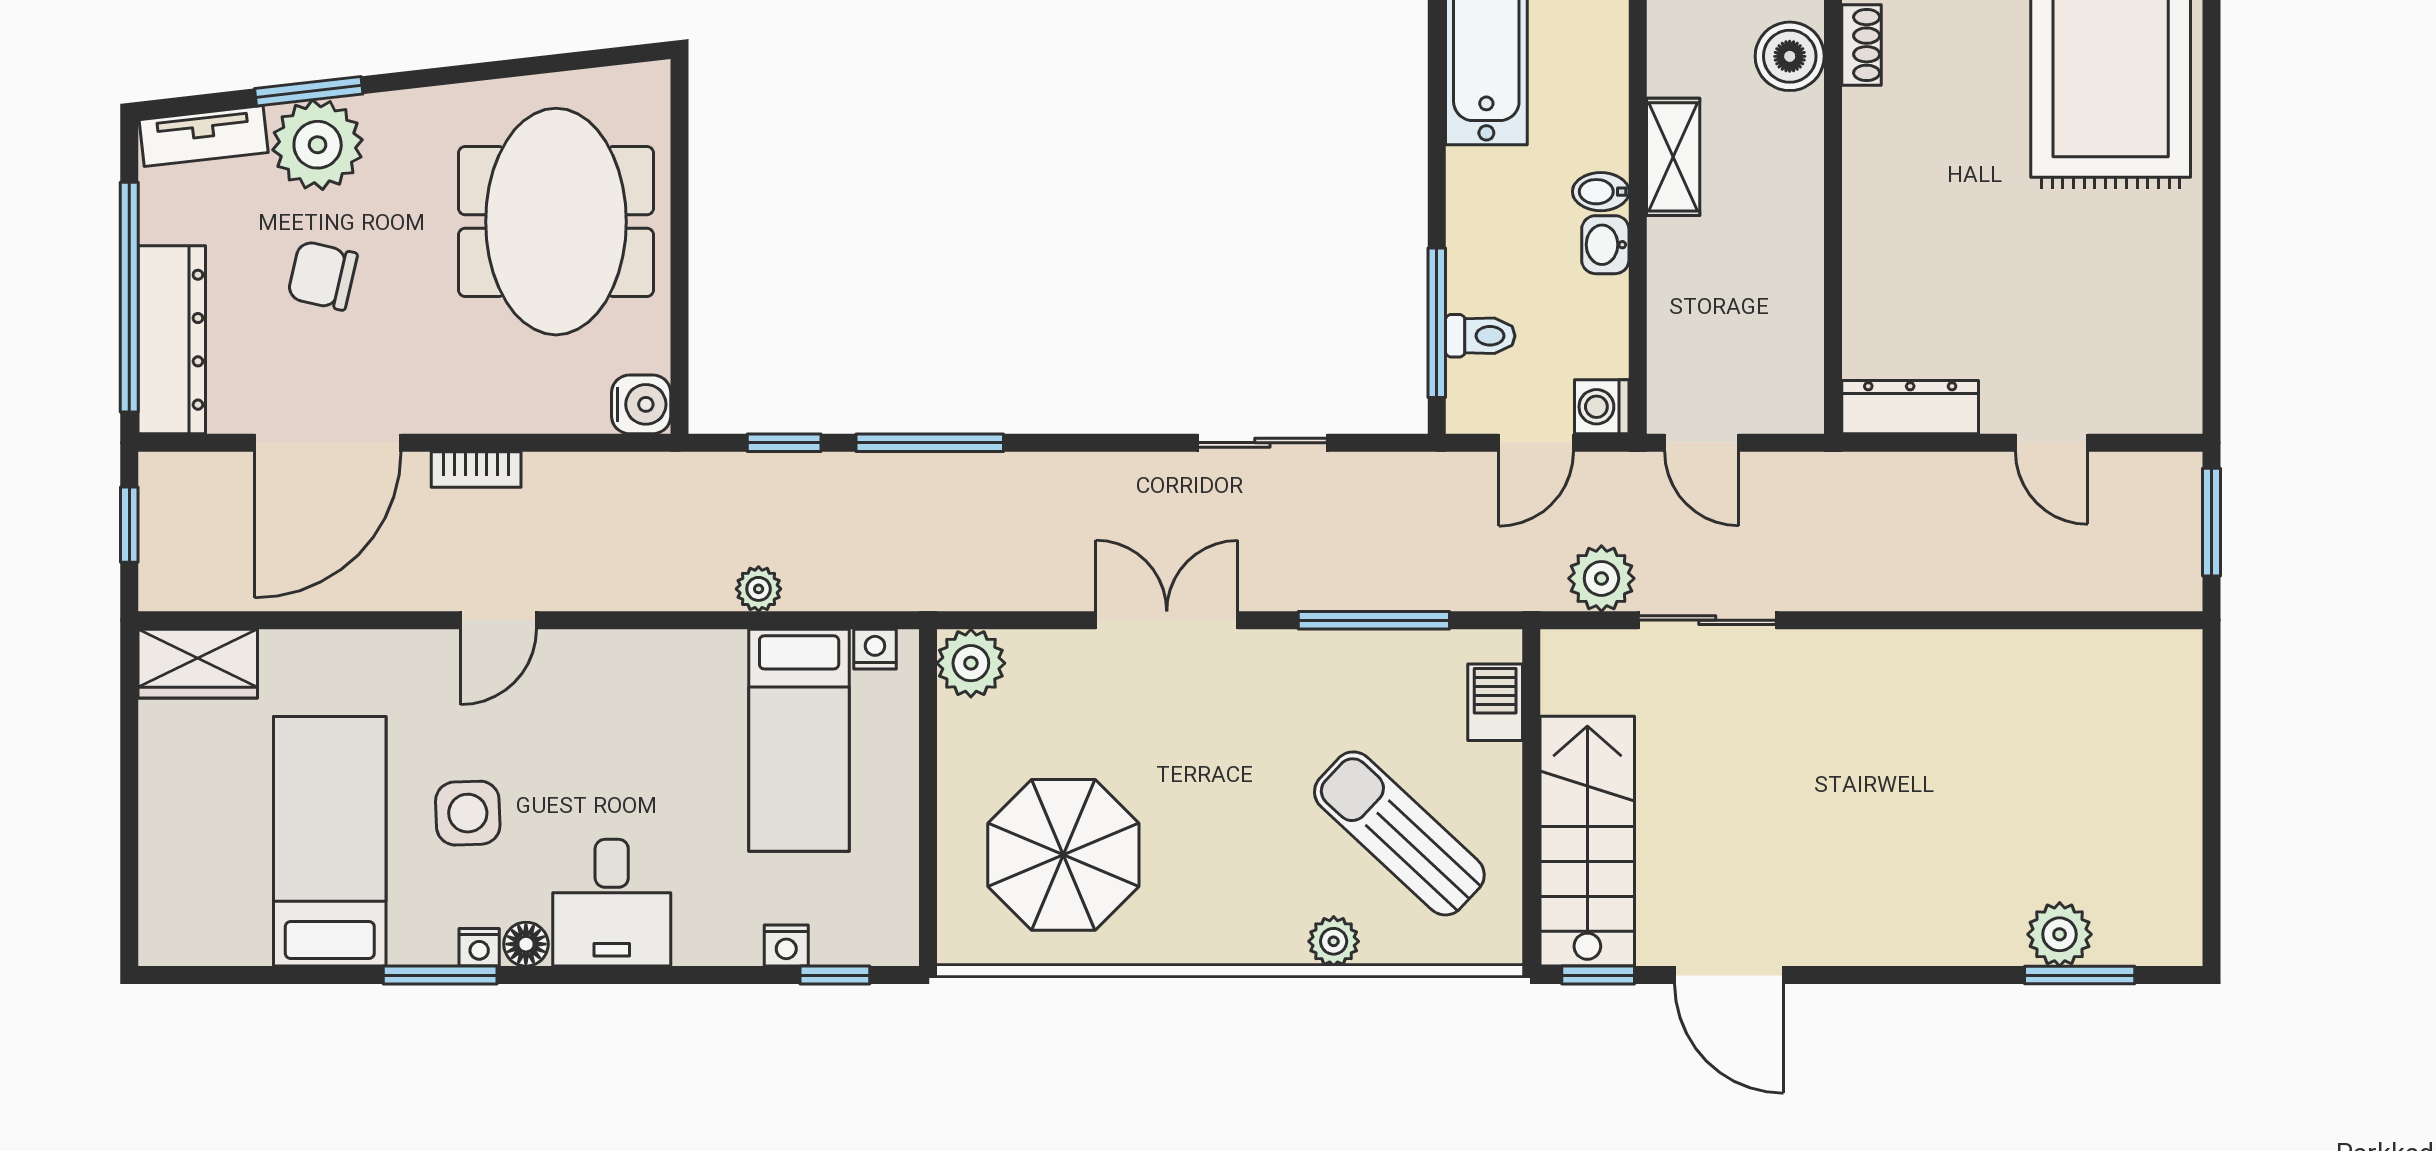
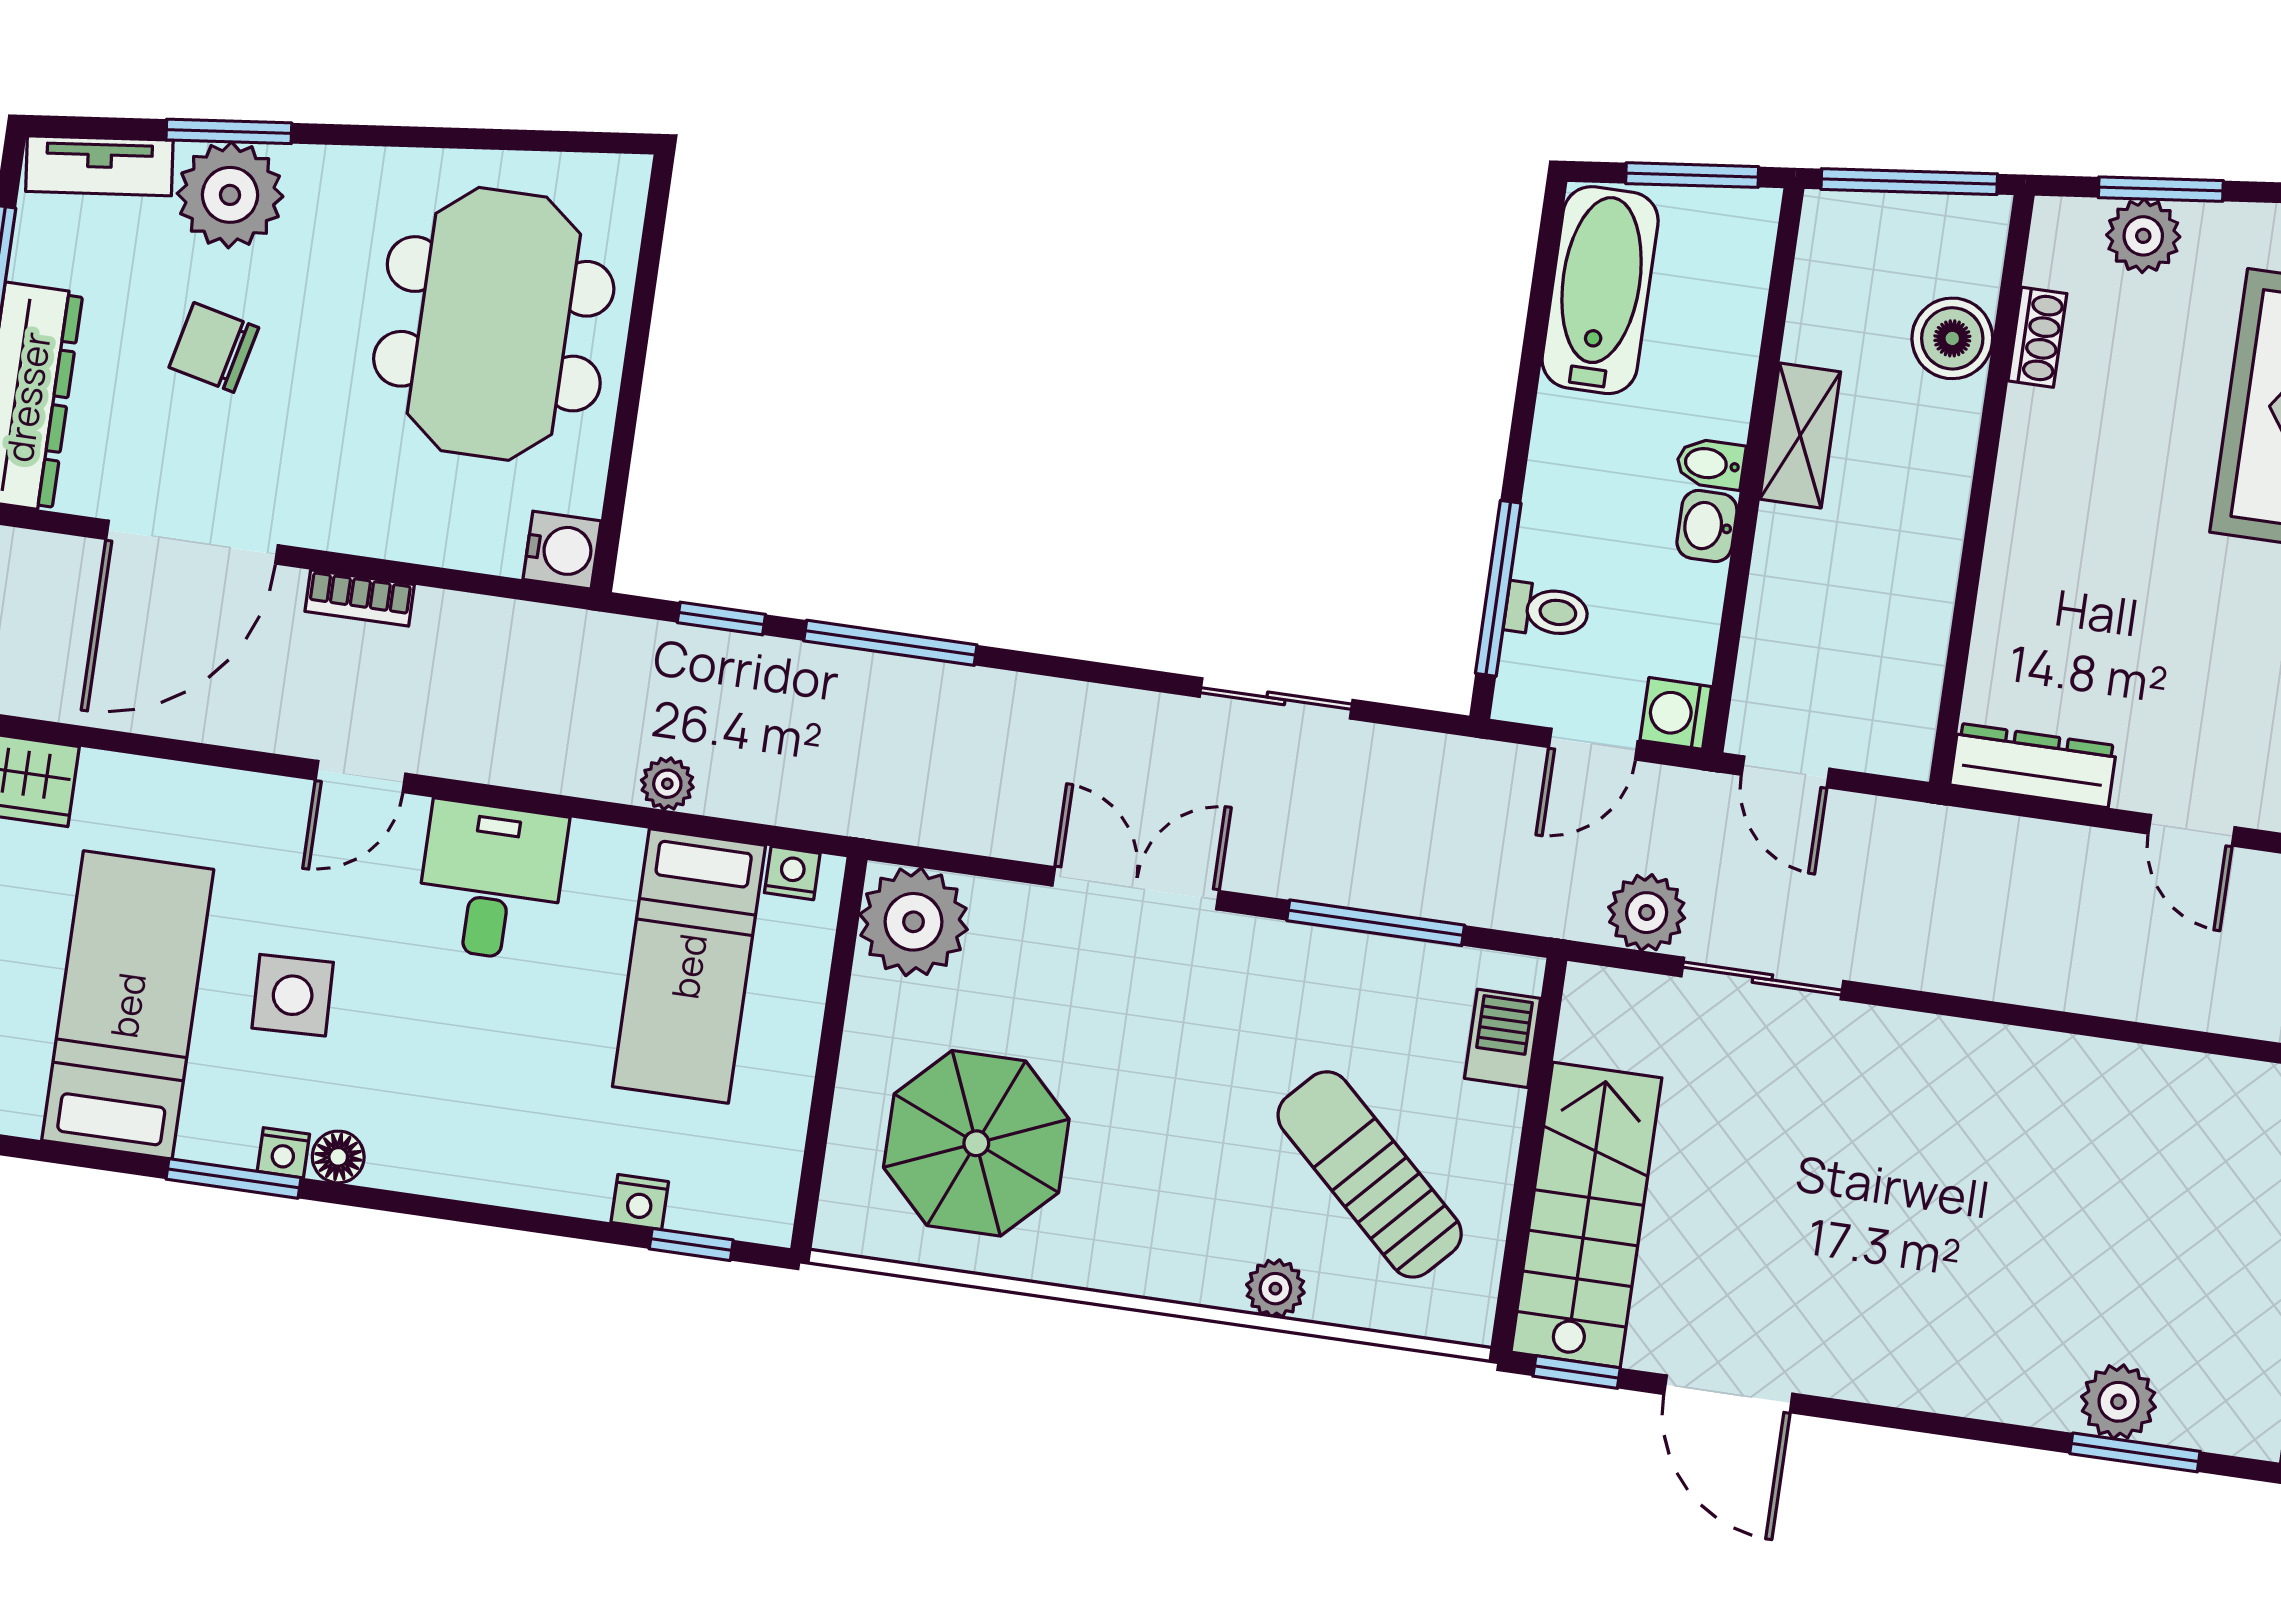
plant: (971, 663) -> (913, 922), width x1.36, depth x1.36
desk: (612, 903) -> (491, 881), moved, turned 180

